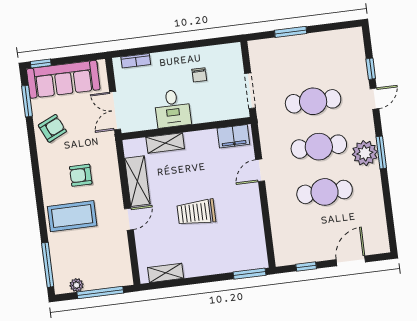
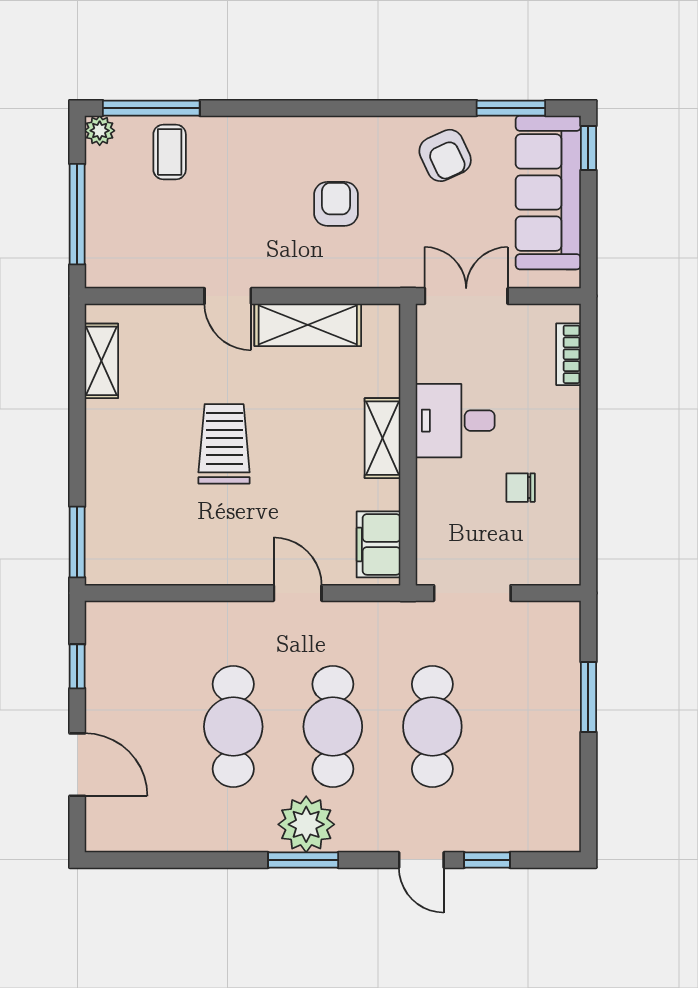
shelving: (165, 143) -> (383, 438), moved
coffee table: (72, 216) -> (170, 152), moved, width x0.54, depth x0.58
plant: (76, 285) -> (100, 131), moved

